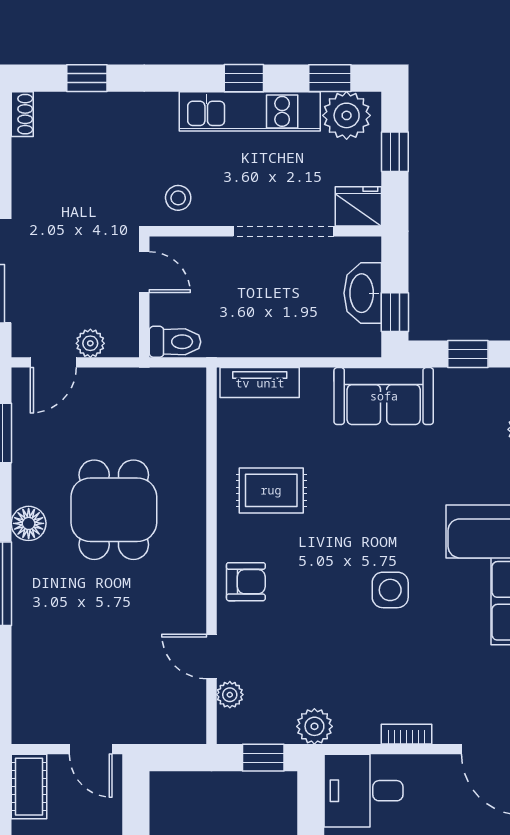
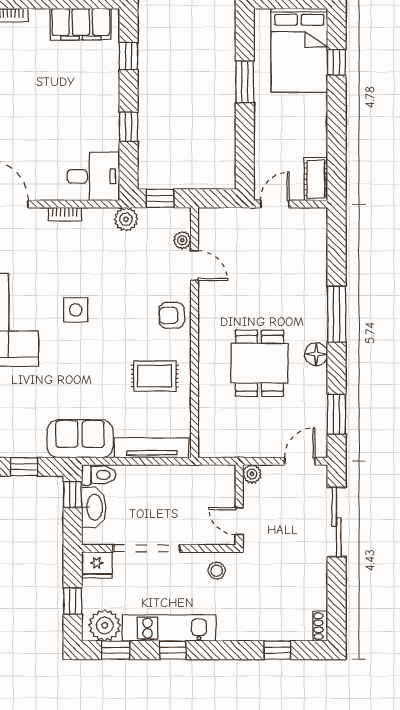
toilet: (175, 342) -> (99, 475), moved, turned 180
plant: (90, 343) -> (252, 474), moved
tv unit: (260, 383) -> (152, 448), width x1.41
door: (91, 749) -> (275, 204), hinge flipped

